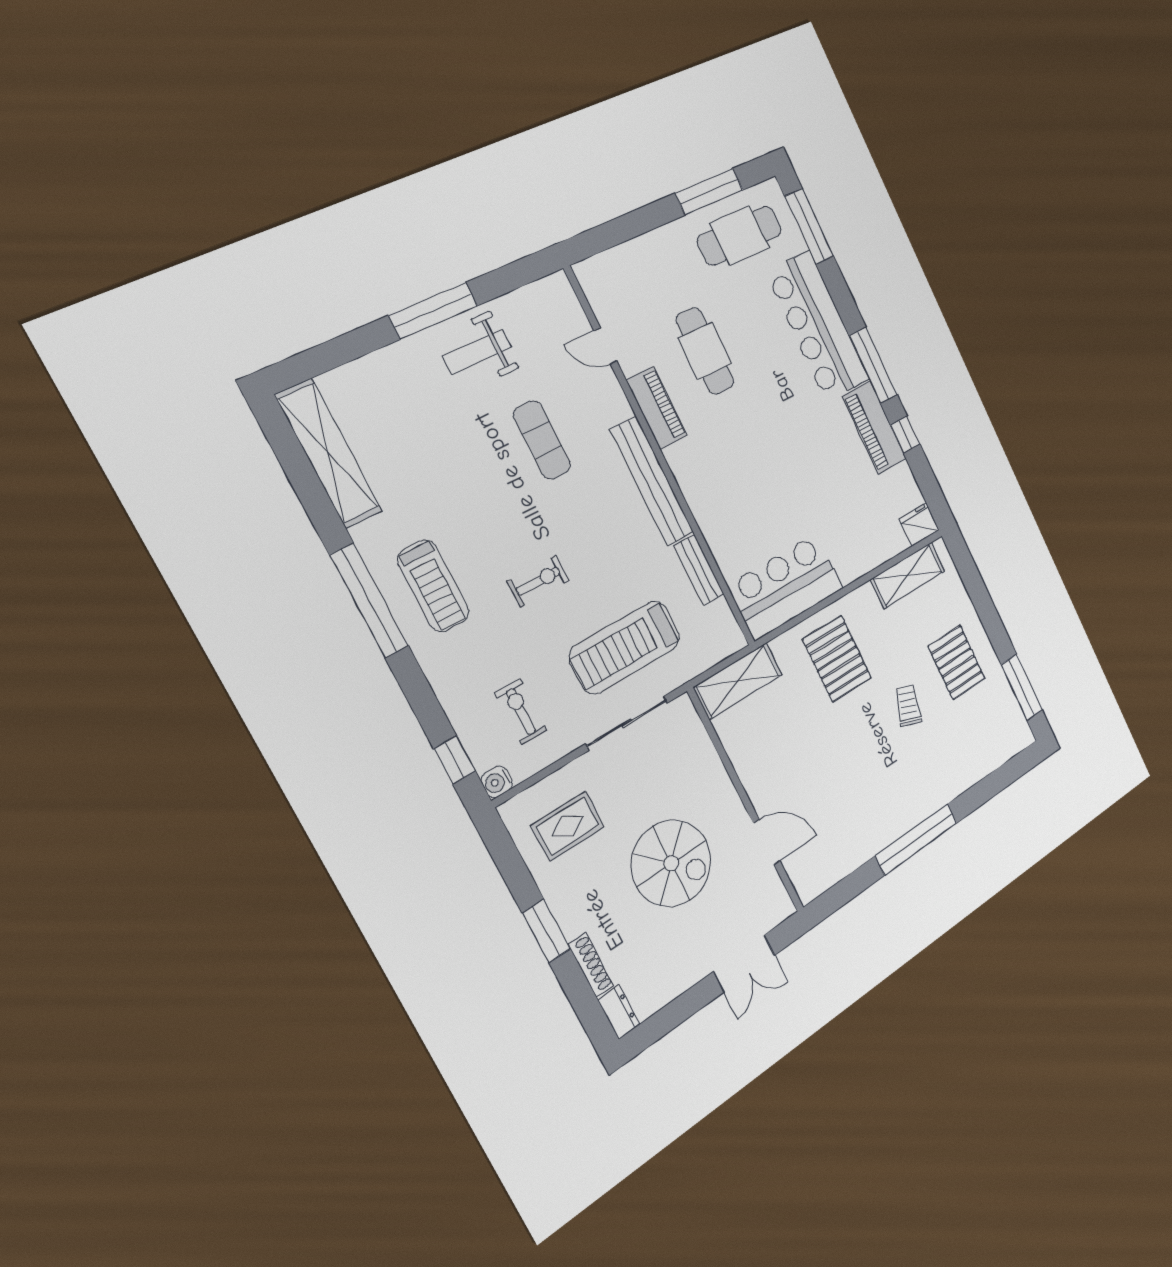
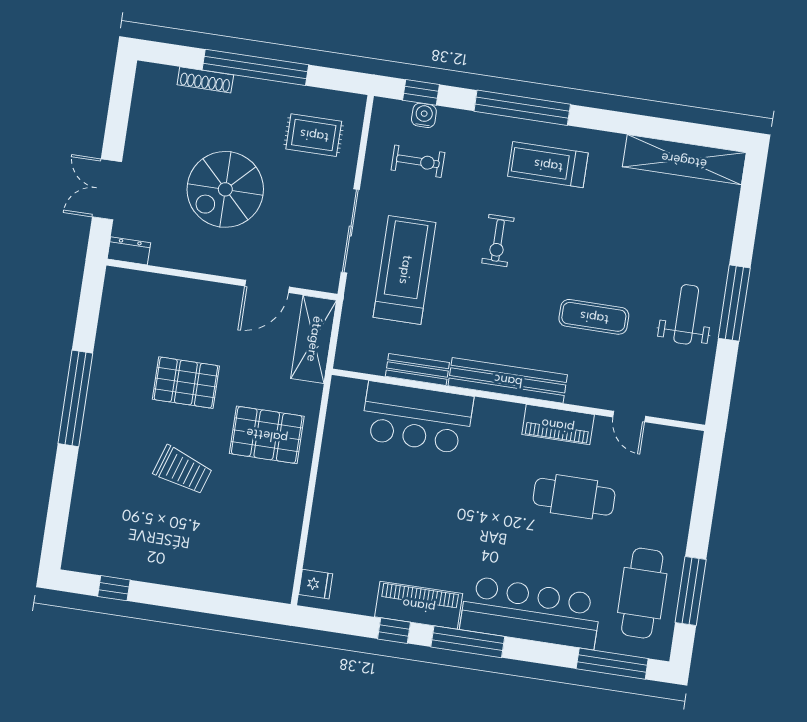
door: (605, 346) -> (629, 417), swing flipped
fridge: (919, 525) -> (316, 584), width x0.72
shelving: (908, 575) -> (283, 548), removed
bar counter: (786, 587) -> (417, 418), moved, turned 90
window: (369, 601) -> (522, 108), moved
pallet: (957, 662) -> (186, 383), moved
window: (1022, 687) -> (114, 588), width x0.46
trolley: (908, 706) -> (183, 470), width x1.36, depth x1.39
water cooler: (497, 782) -> (424, 115), moved
rug: (568, 826) -> (314, 135), turned 90
door: (767, 842) -> (267, 286), moved
window: (546, 931) -> (255, 67), width x2.11
dresser: (619, 1012) -> (129, 251), moved, turned 180

